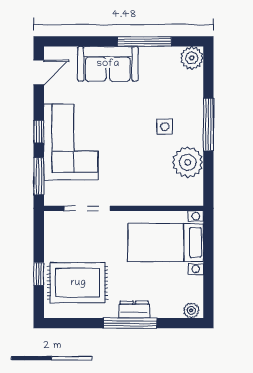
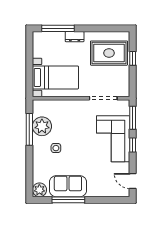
sofa: (108, 64) -> (68, 186), moved
door: (39, 73) -> (133, 181), hinge flipped
window: (208, 124) -> (29, 129), moved
plant: (191, 310) -> (40, 36), removed
window: (130, 323) -> (58, 28), moved

